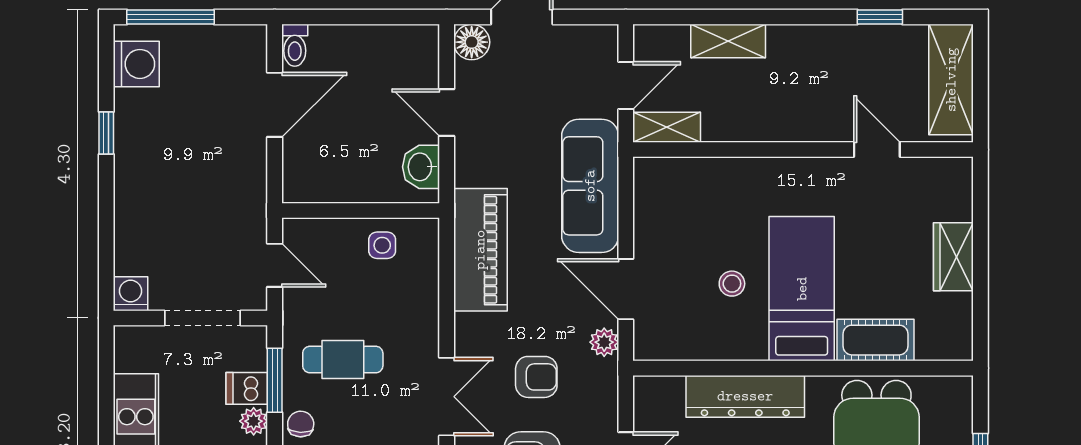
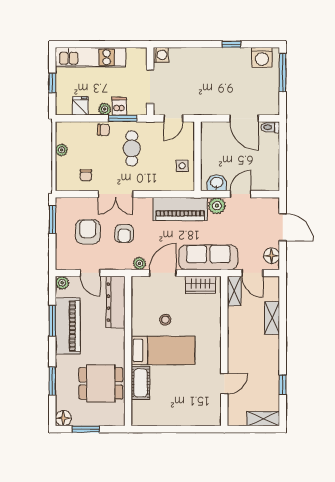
floor lamp: (472, 42) -> (272, 256), moved
shelving: (951, 80) -> (263, 419), width x0.67, depth x0.75
plant: (473, 166) -> (217, 206), added
wardrobe: (953, 257) -> (200, 285), moved, turned 180
dresser: (745, 396) -> (116, 302), moved

